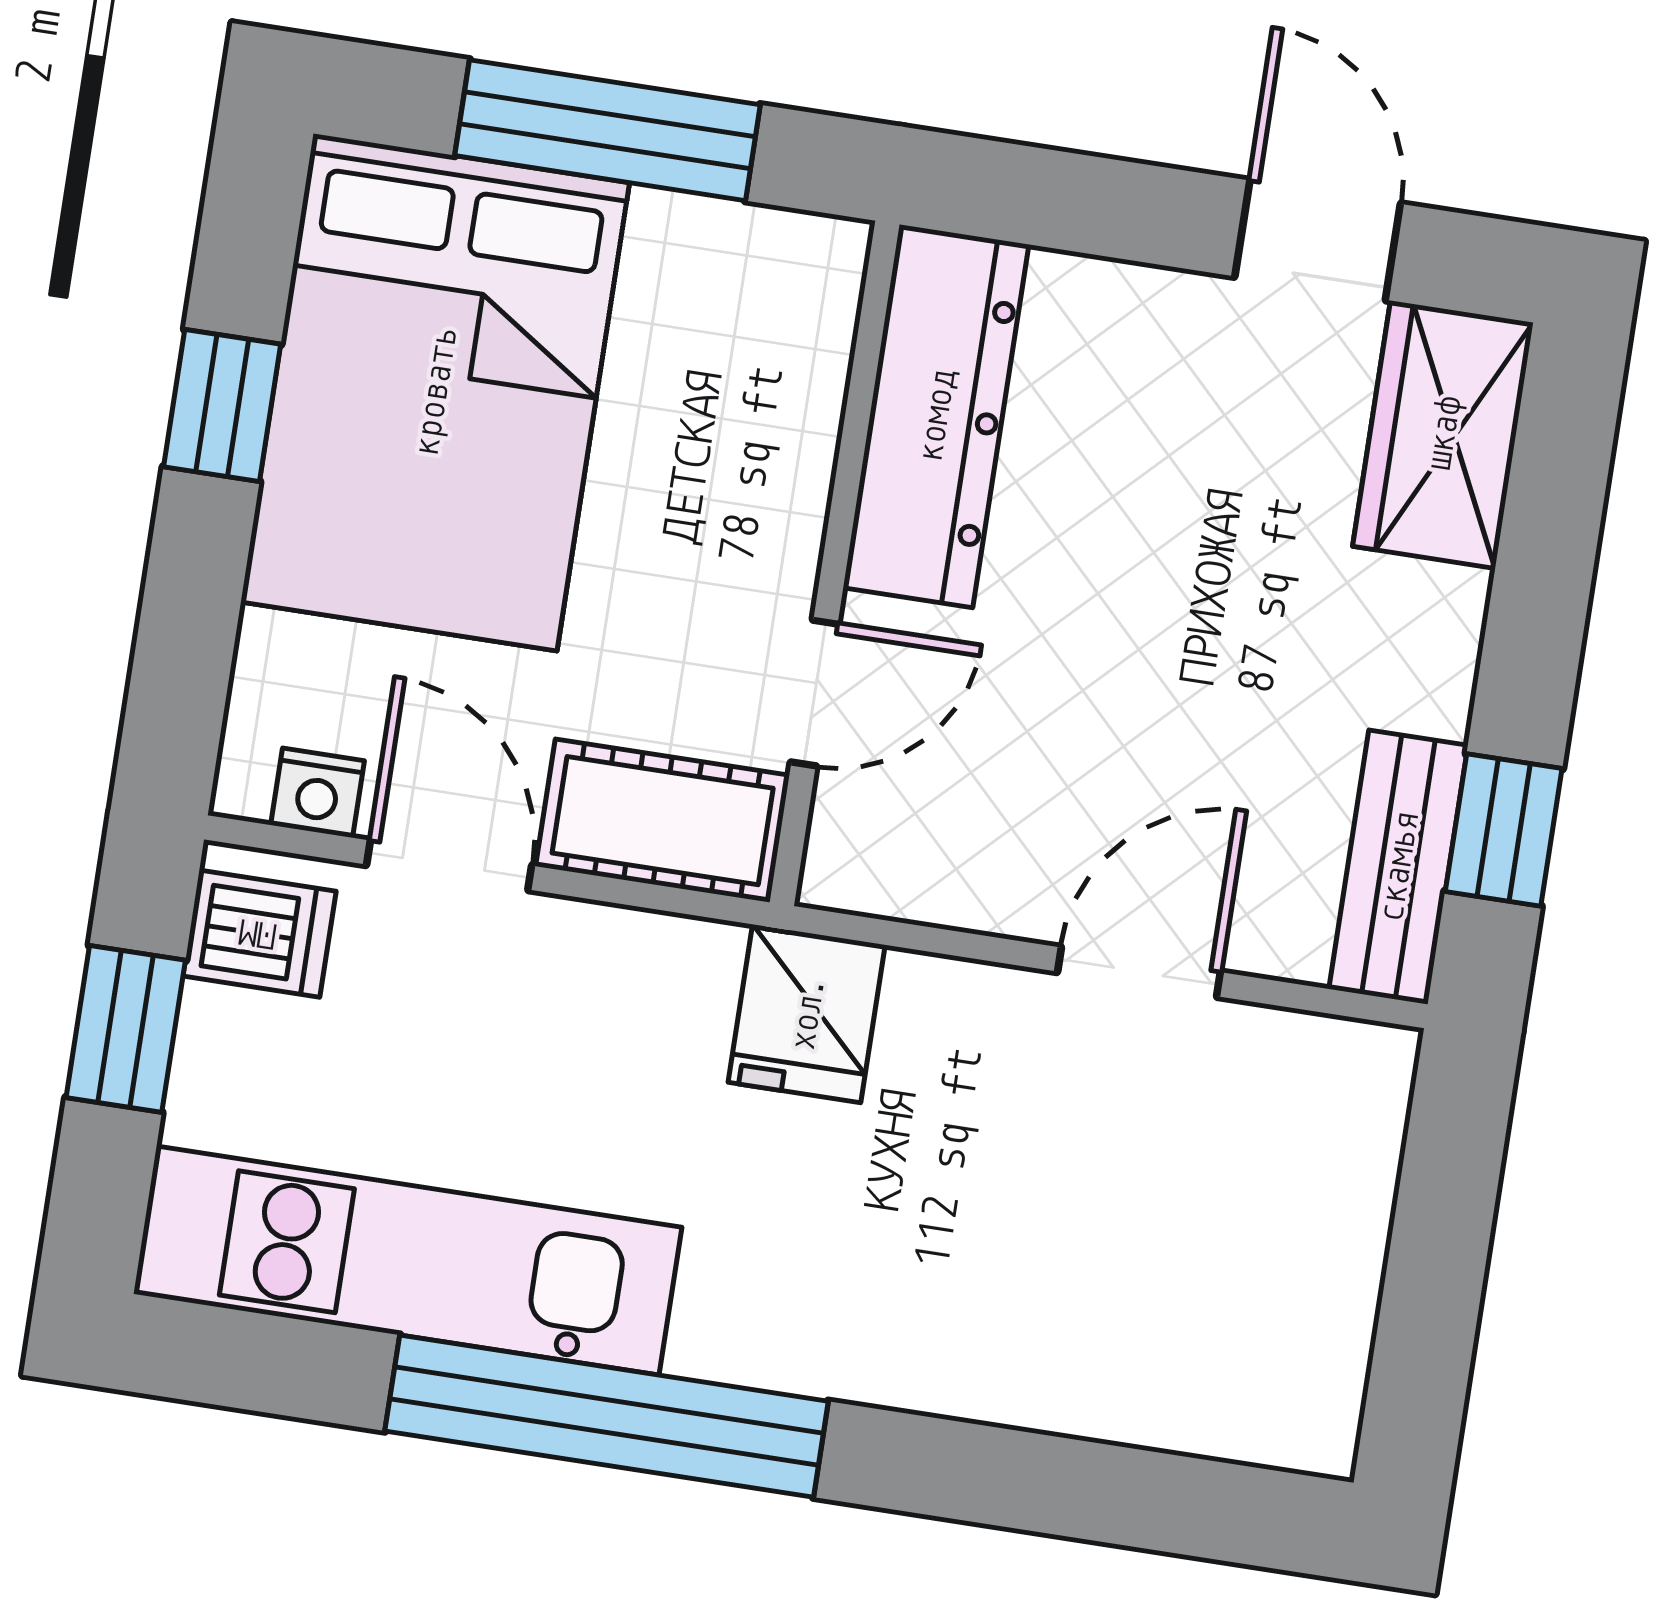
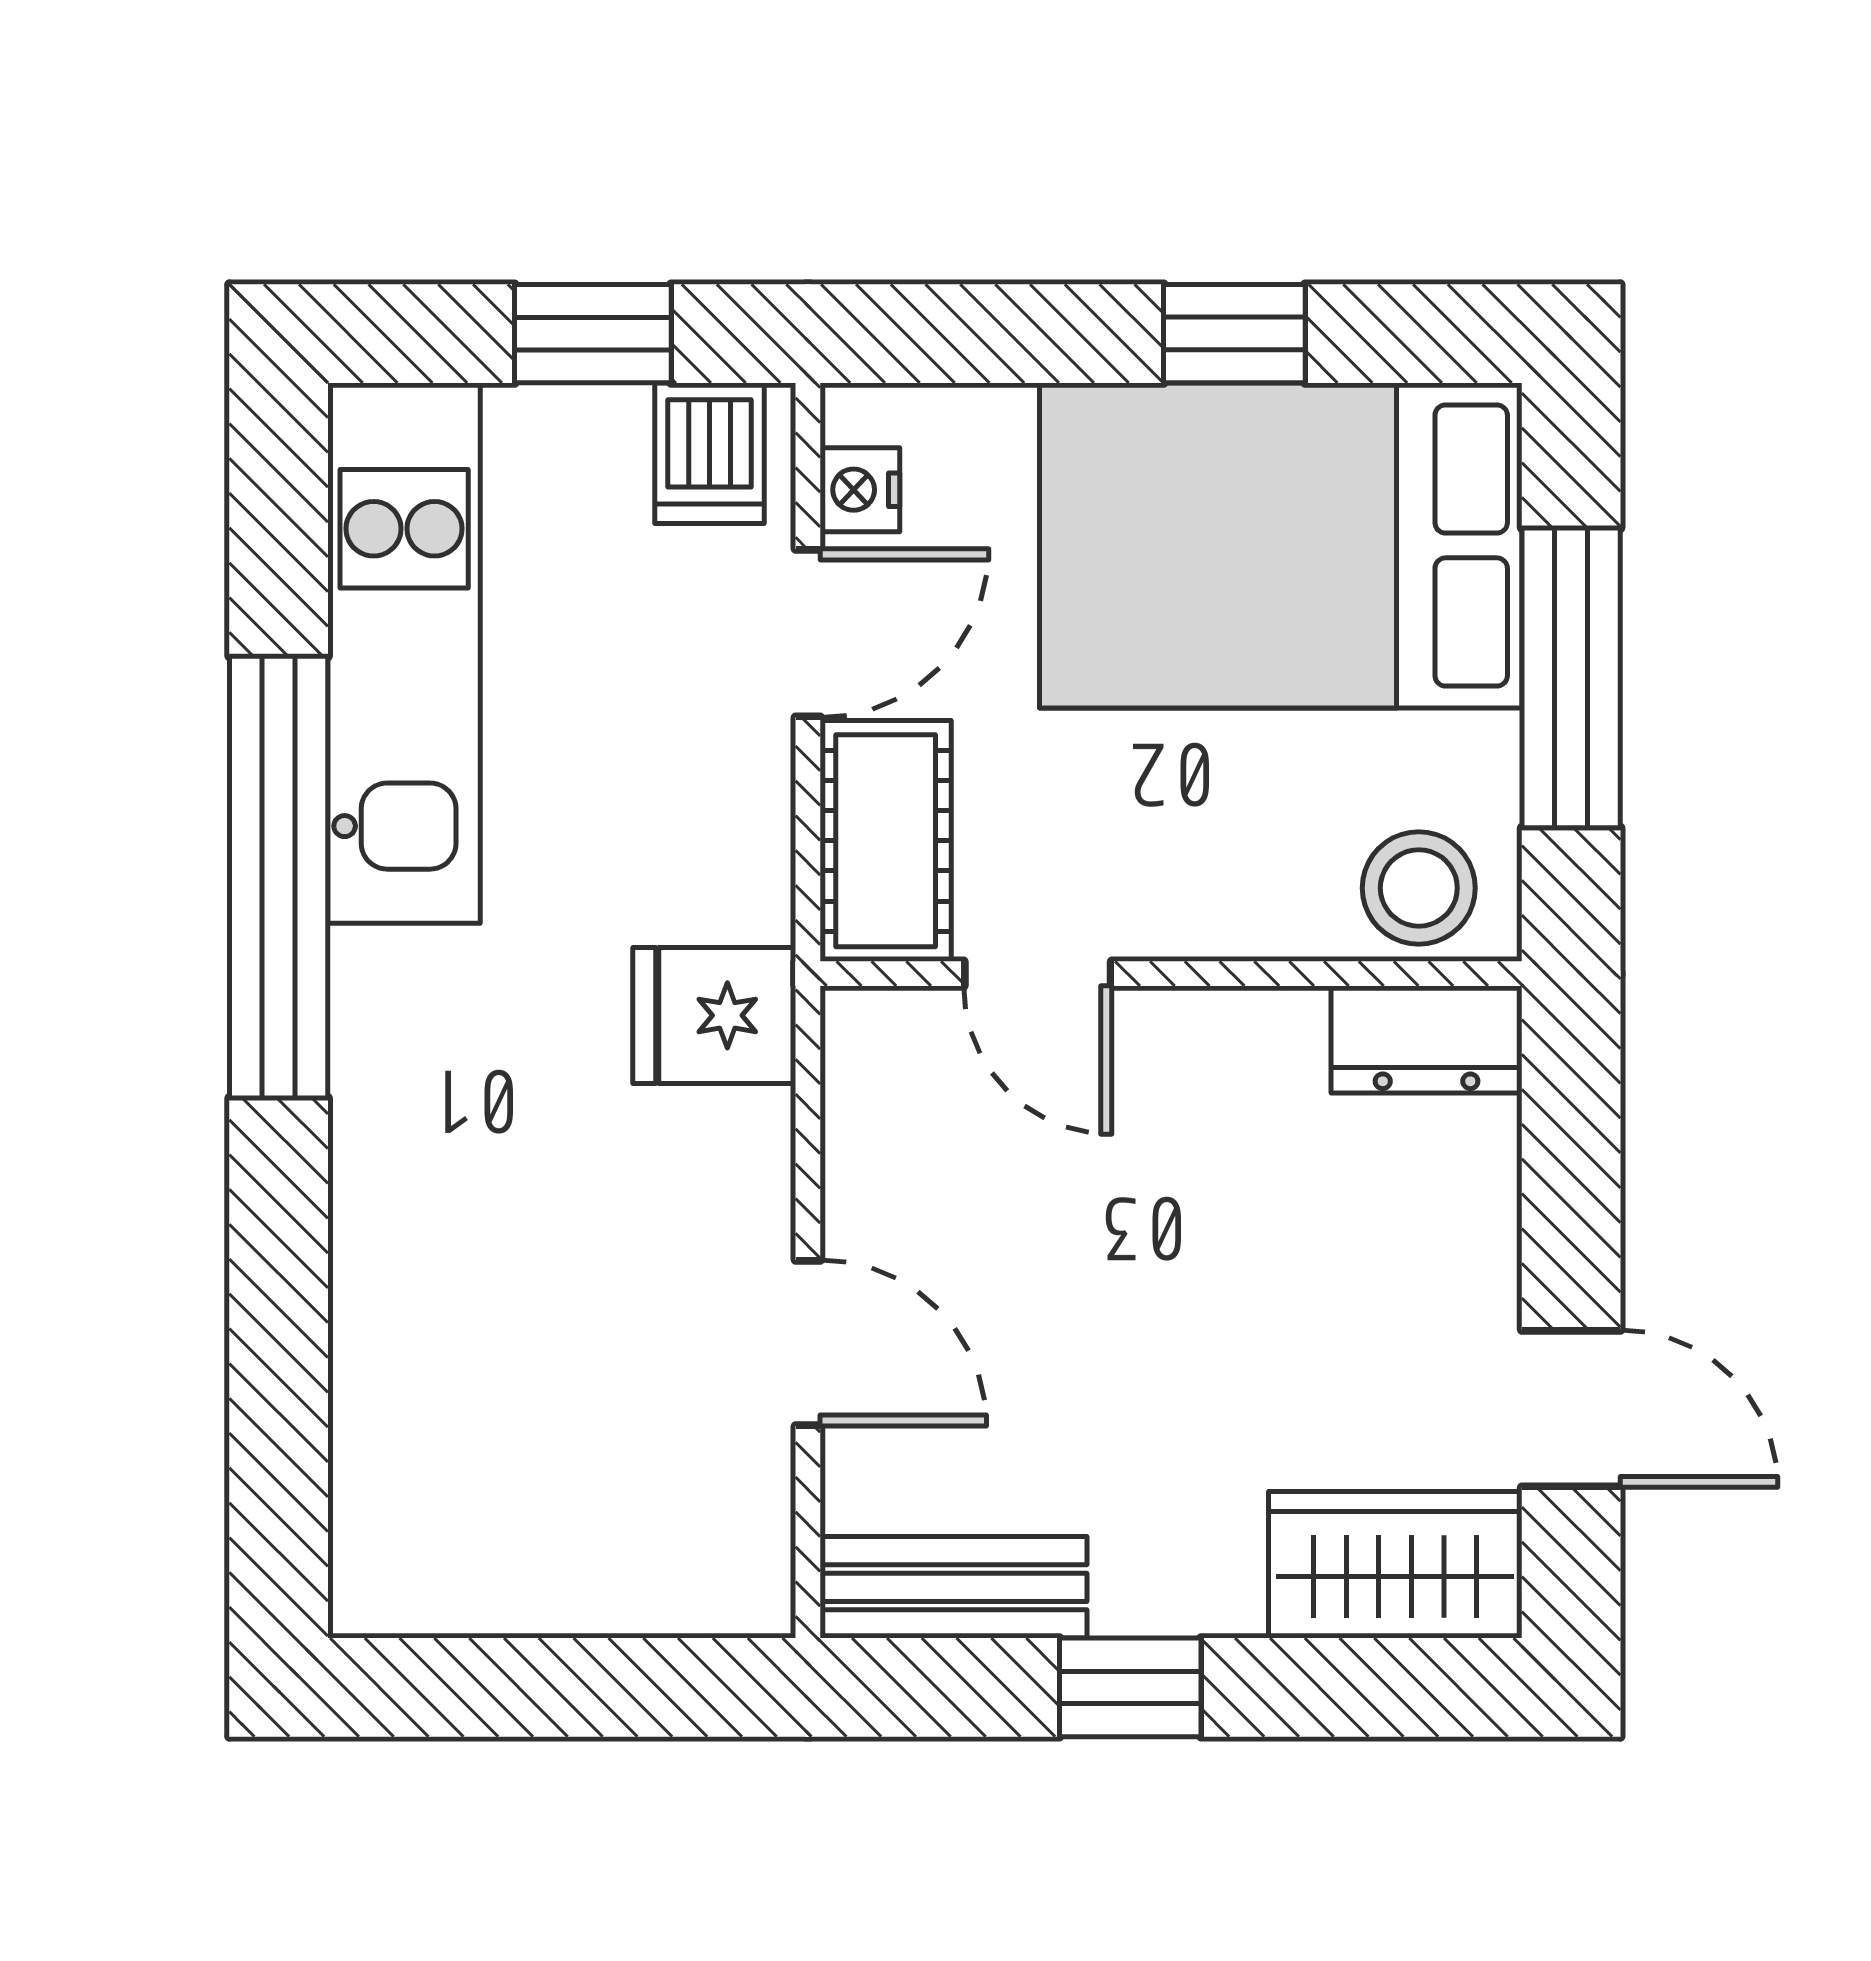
door: (1318, 240) -> (1571, 1409), hinge flipped
stool: (789, 310) -> (1419, 888), added
dresser: (936, 416) -> (1427, 1039), width x0.51, depth x0.80
window: (1504, 830) -> (1130, 1687), moved

